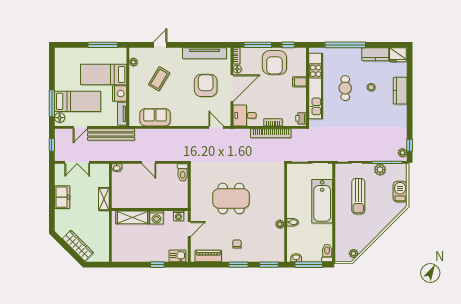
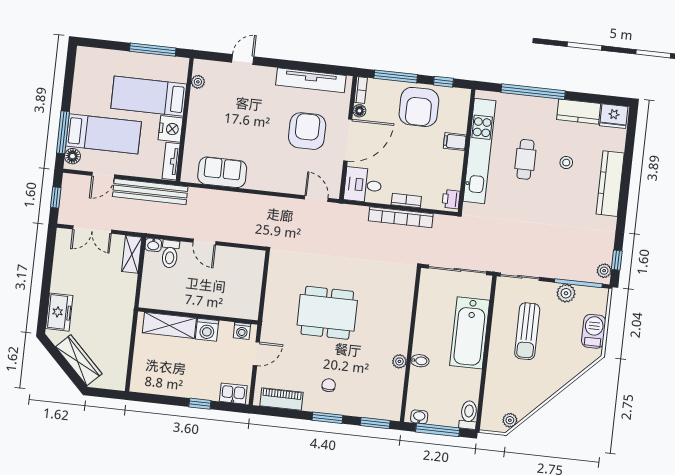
coffee table: (159, 79) -> (235, 113), removed
kitchen counter: (400, 91) -> (610, 184), width x1.50
toilet: (183, 172) -> (170, 254), moved
freezer: (62, 197) -> (59, 312), moved
shelving: (104, 199) -> (132, 254), moved

